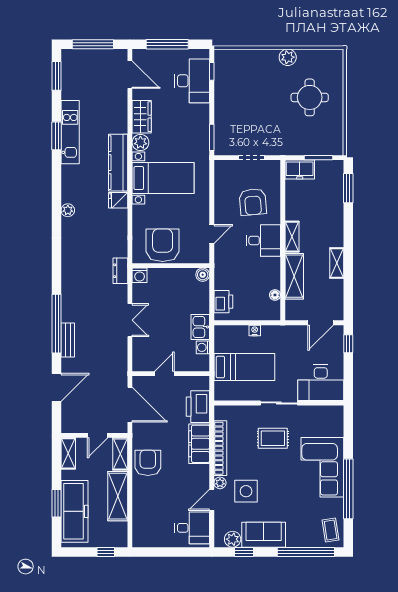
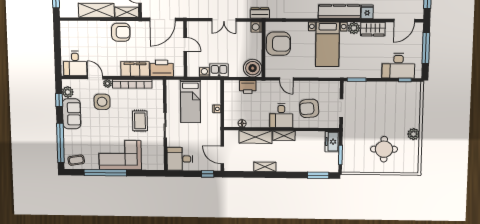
fridge: (118, 200) -> (367, 12), moved
boiler: (203, 275) -> (253, 68), width x1.86, depth x1.86
printer: (223, 302) -> (248, 87), moved
desk: (321, 383) -> (180, 159), width x0.73

